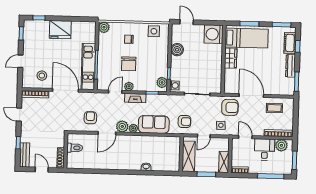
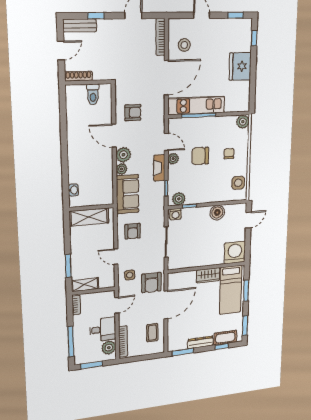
wall: (181, 154) -> (91, 208), moved
shelving: (189, 156) -> (89, 217), moved

